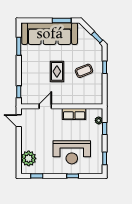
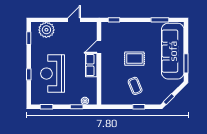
door: (45, 106) -> (99, 47), swing flipped
row of seats: (74, 114) -> (91, 65), moved
door: (19, 121) -> (74, 20), moved

